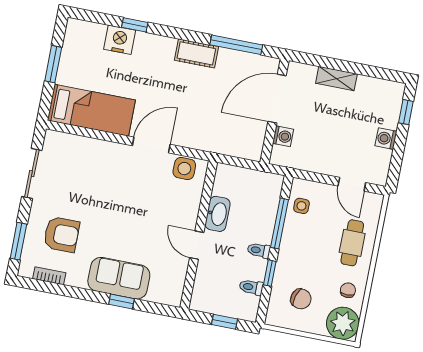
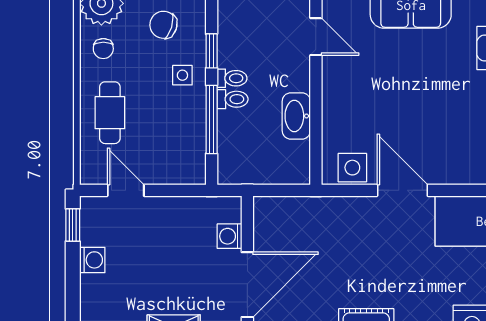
window: (406, 112) -> (73, 225), moved
door: (151, 145) -> (402, 190), swing flipped
side table: (301, 206) -> (182, 75), moved
door: (197, 245) -> (316, 37), moved
toilet: (251, 287) -> (233, 99), moved

